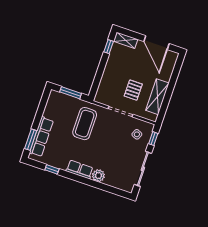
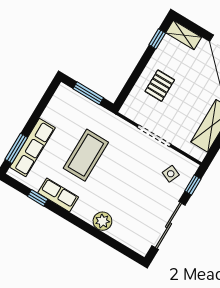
pallet: (133, 90) -> (160, 86), moved
coffee table: (85, 124) -> (86, 155), moved
row of seats: (80, 169) -> (58, 195), moved

